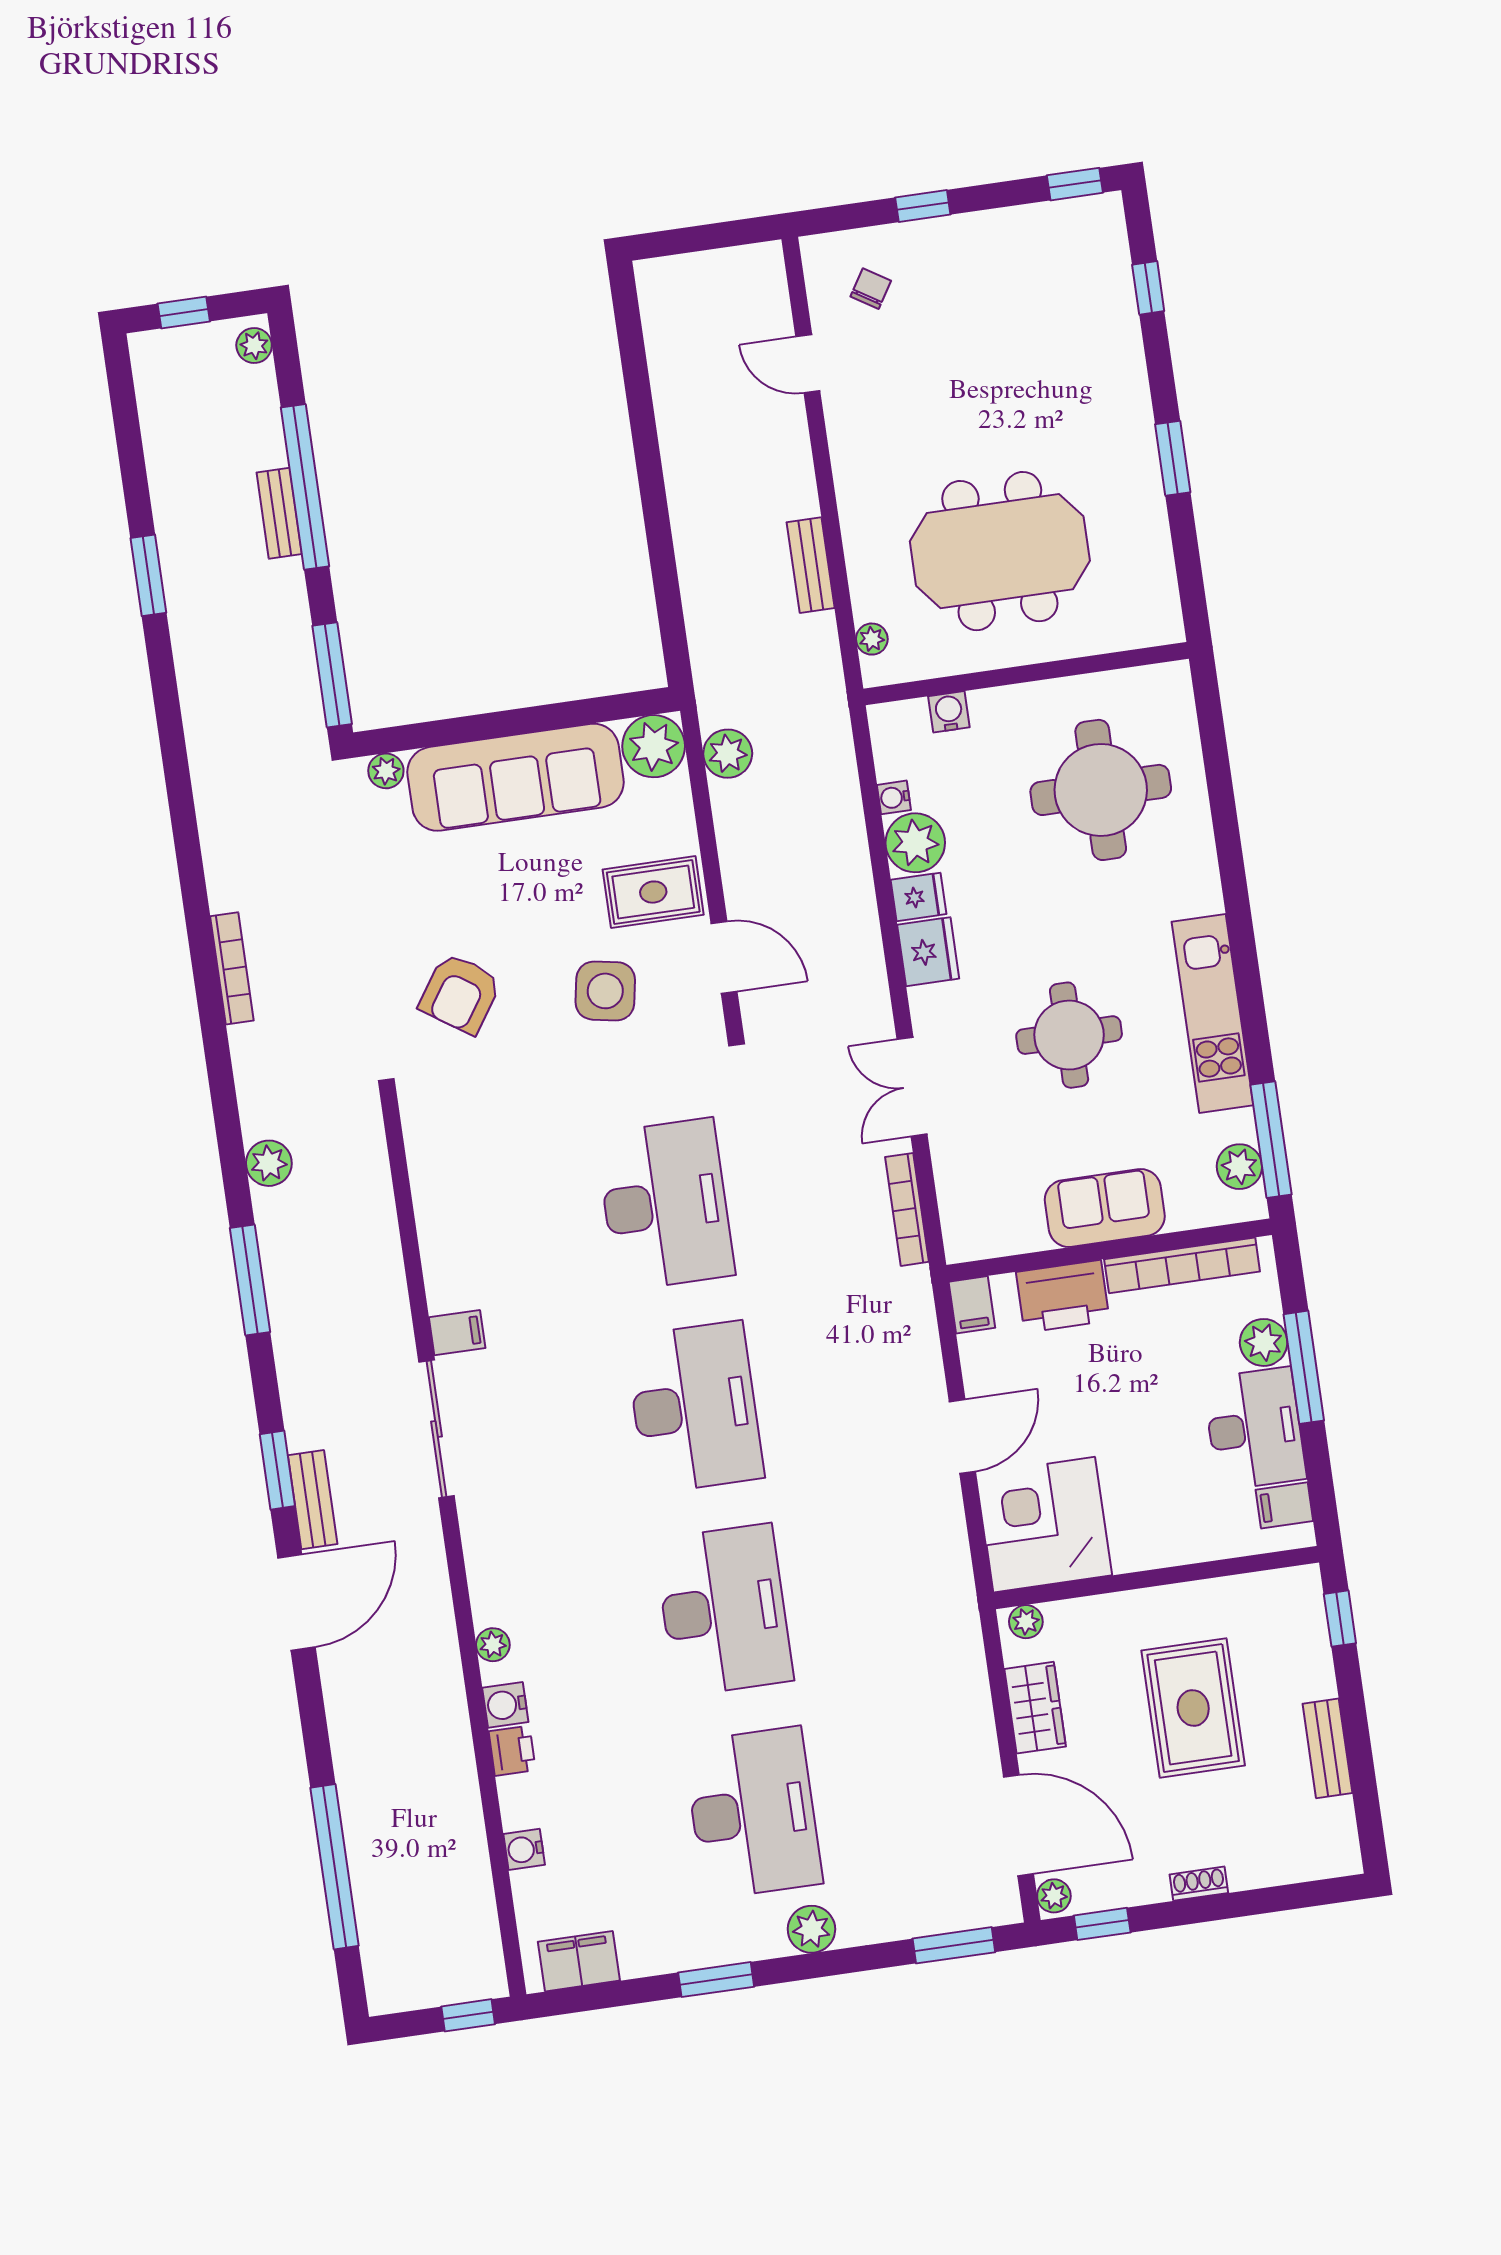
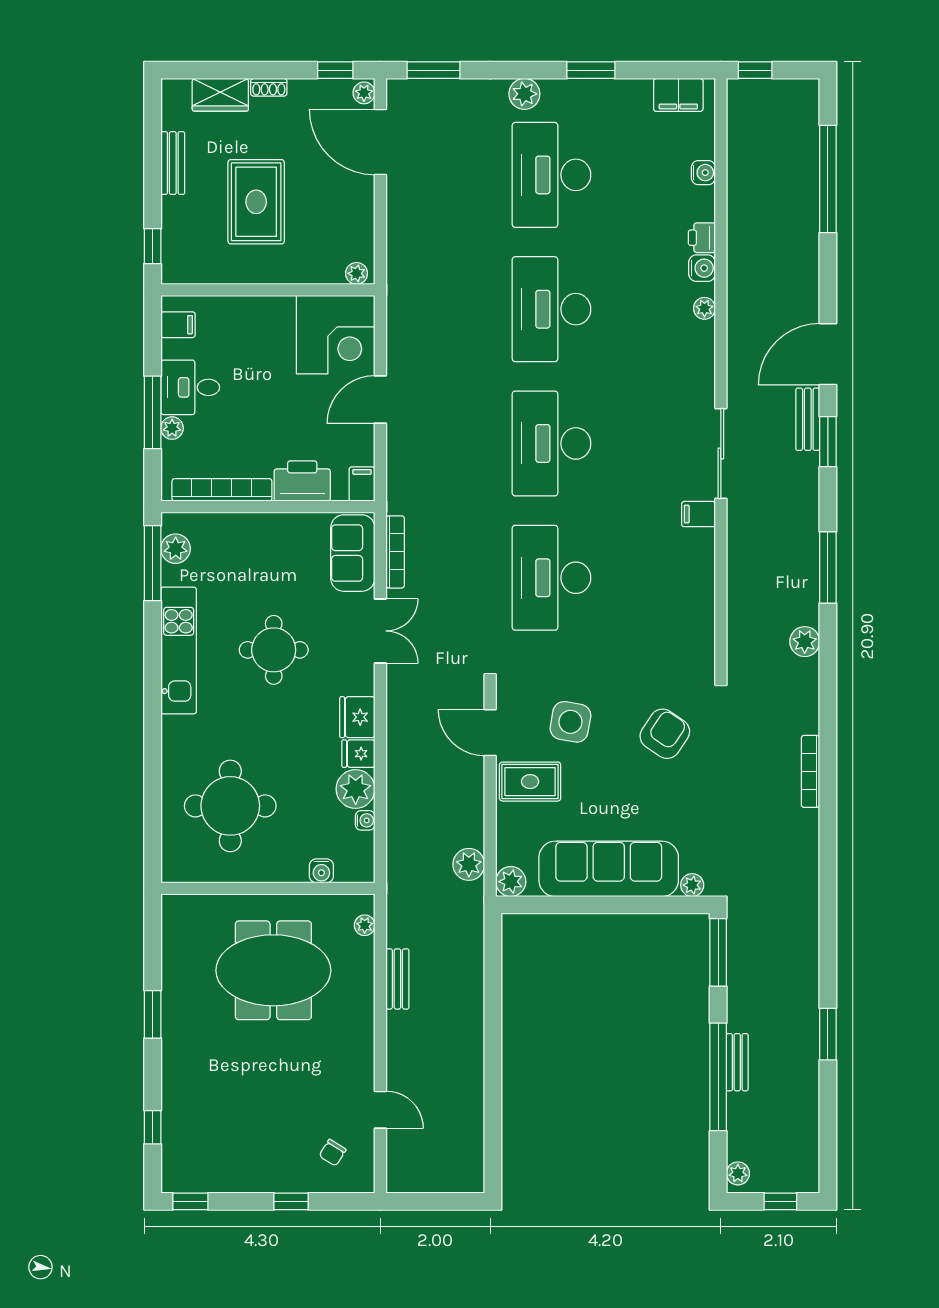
plant: (654, 746) -> (511, 882), width x0.73, depth x0.73
sofa: (1105, 1208) -> (353, 553), moved, turned 90
plant: (1264, 1342) -> (172, 428), width x0.73, depth x0.73
desk: (1255, 1429) -> (190, 387), width x0.73
wardrobe: (1035, 1708) -> (220, 95), moved, turned -90

